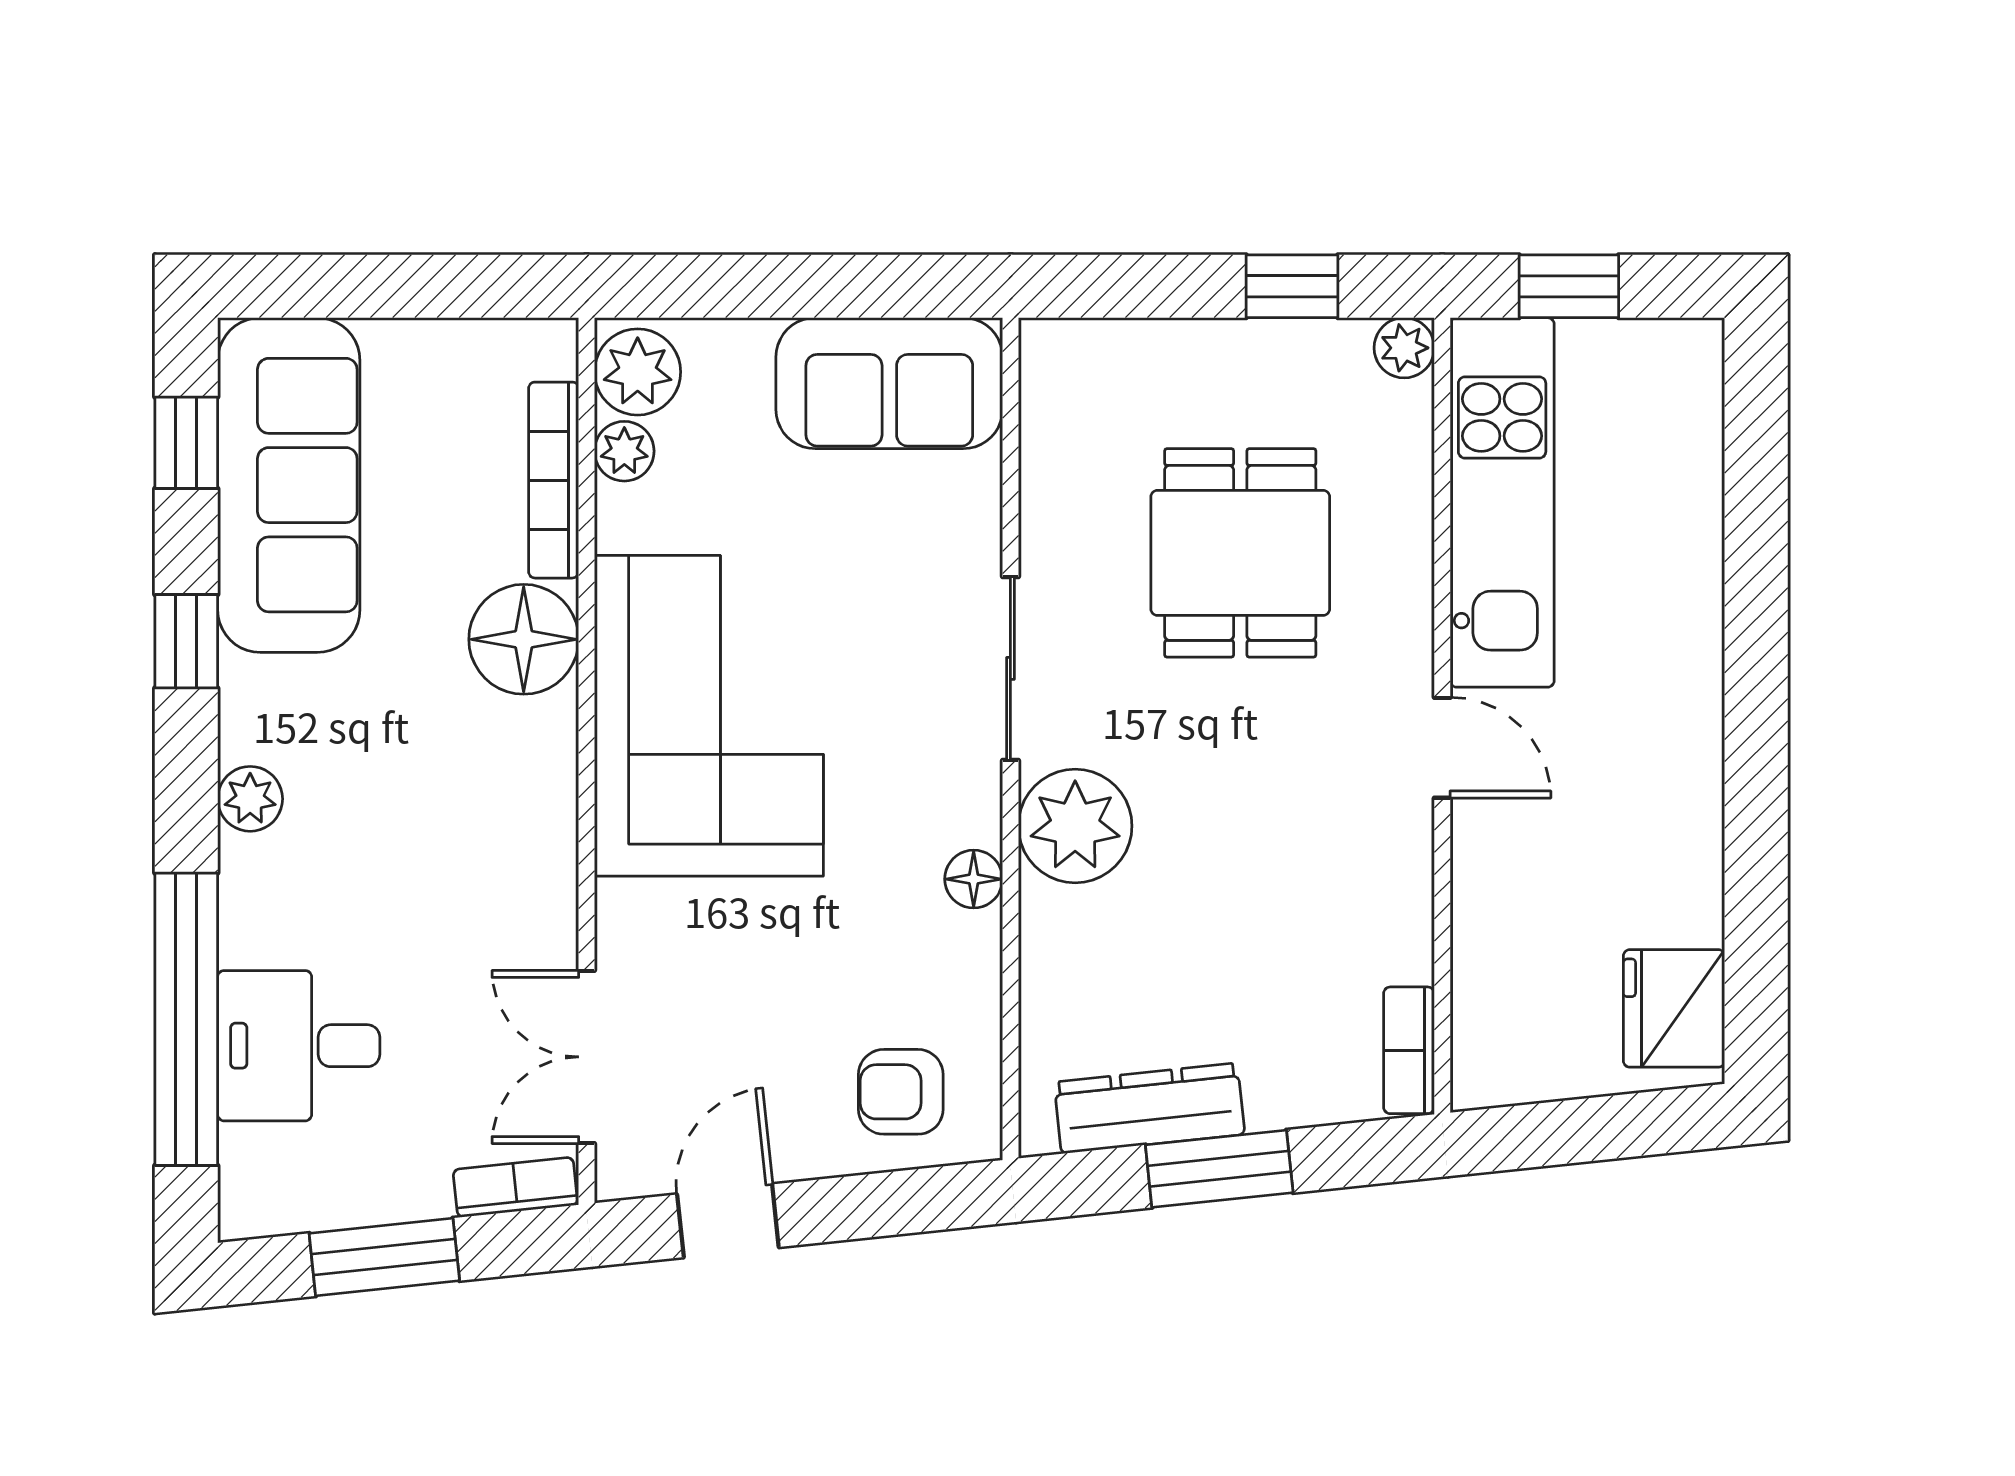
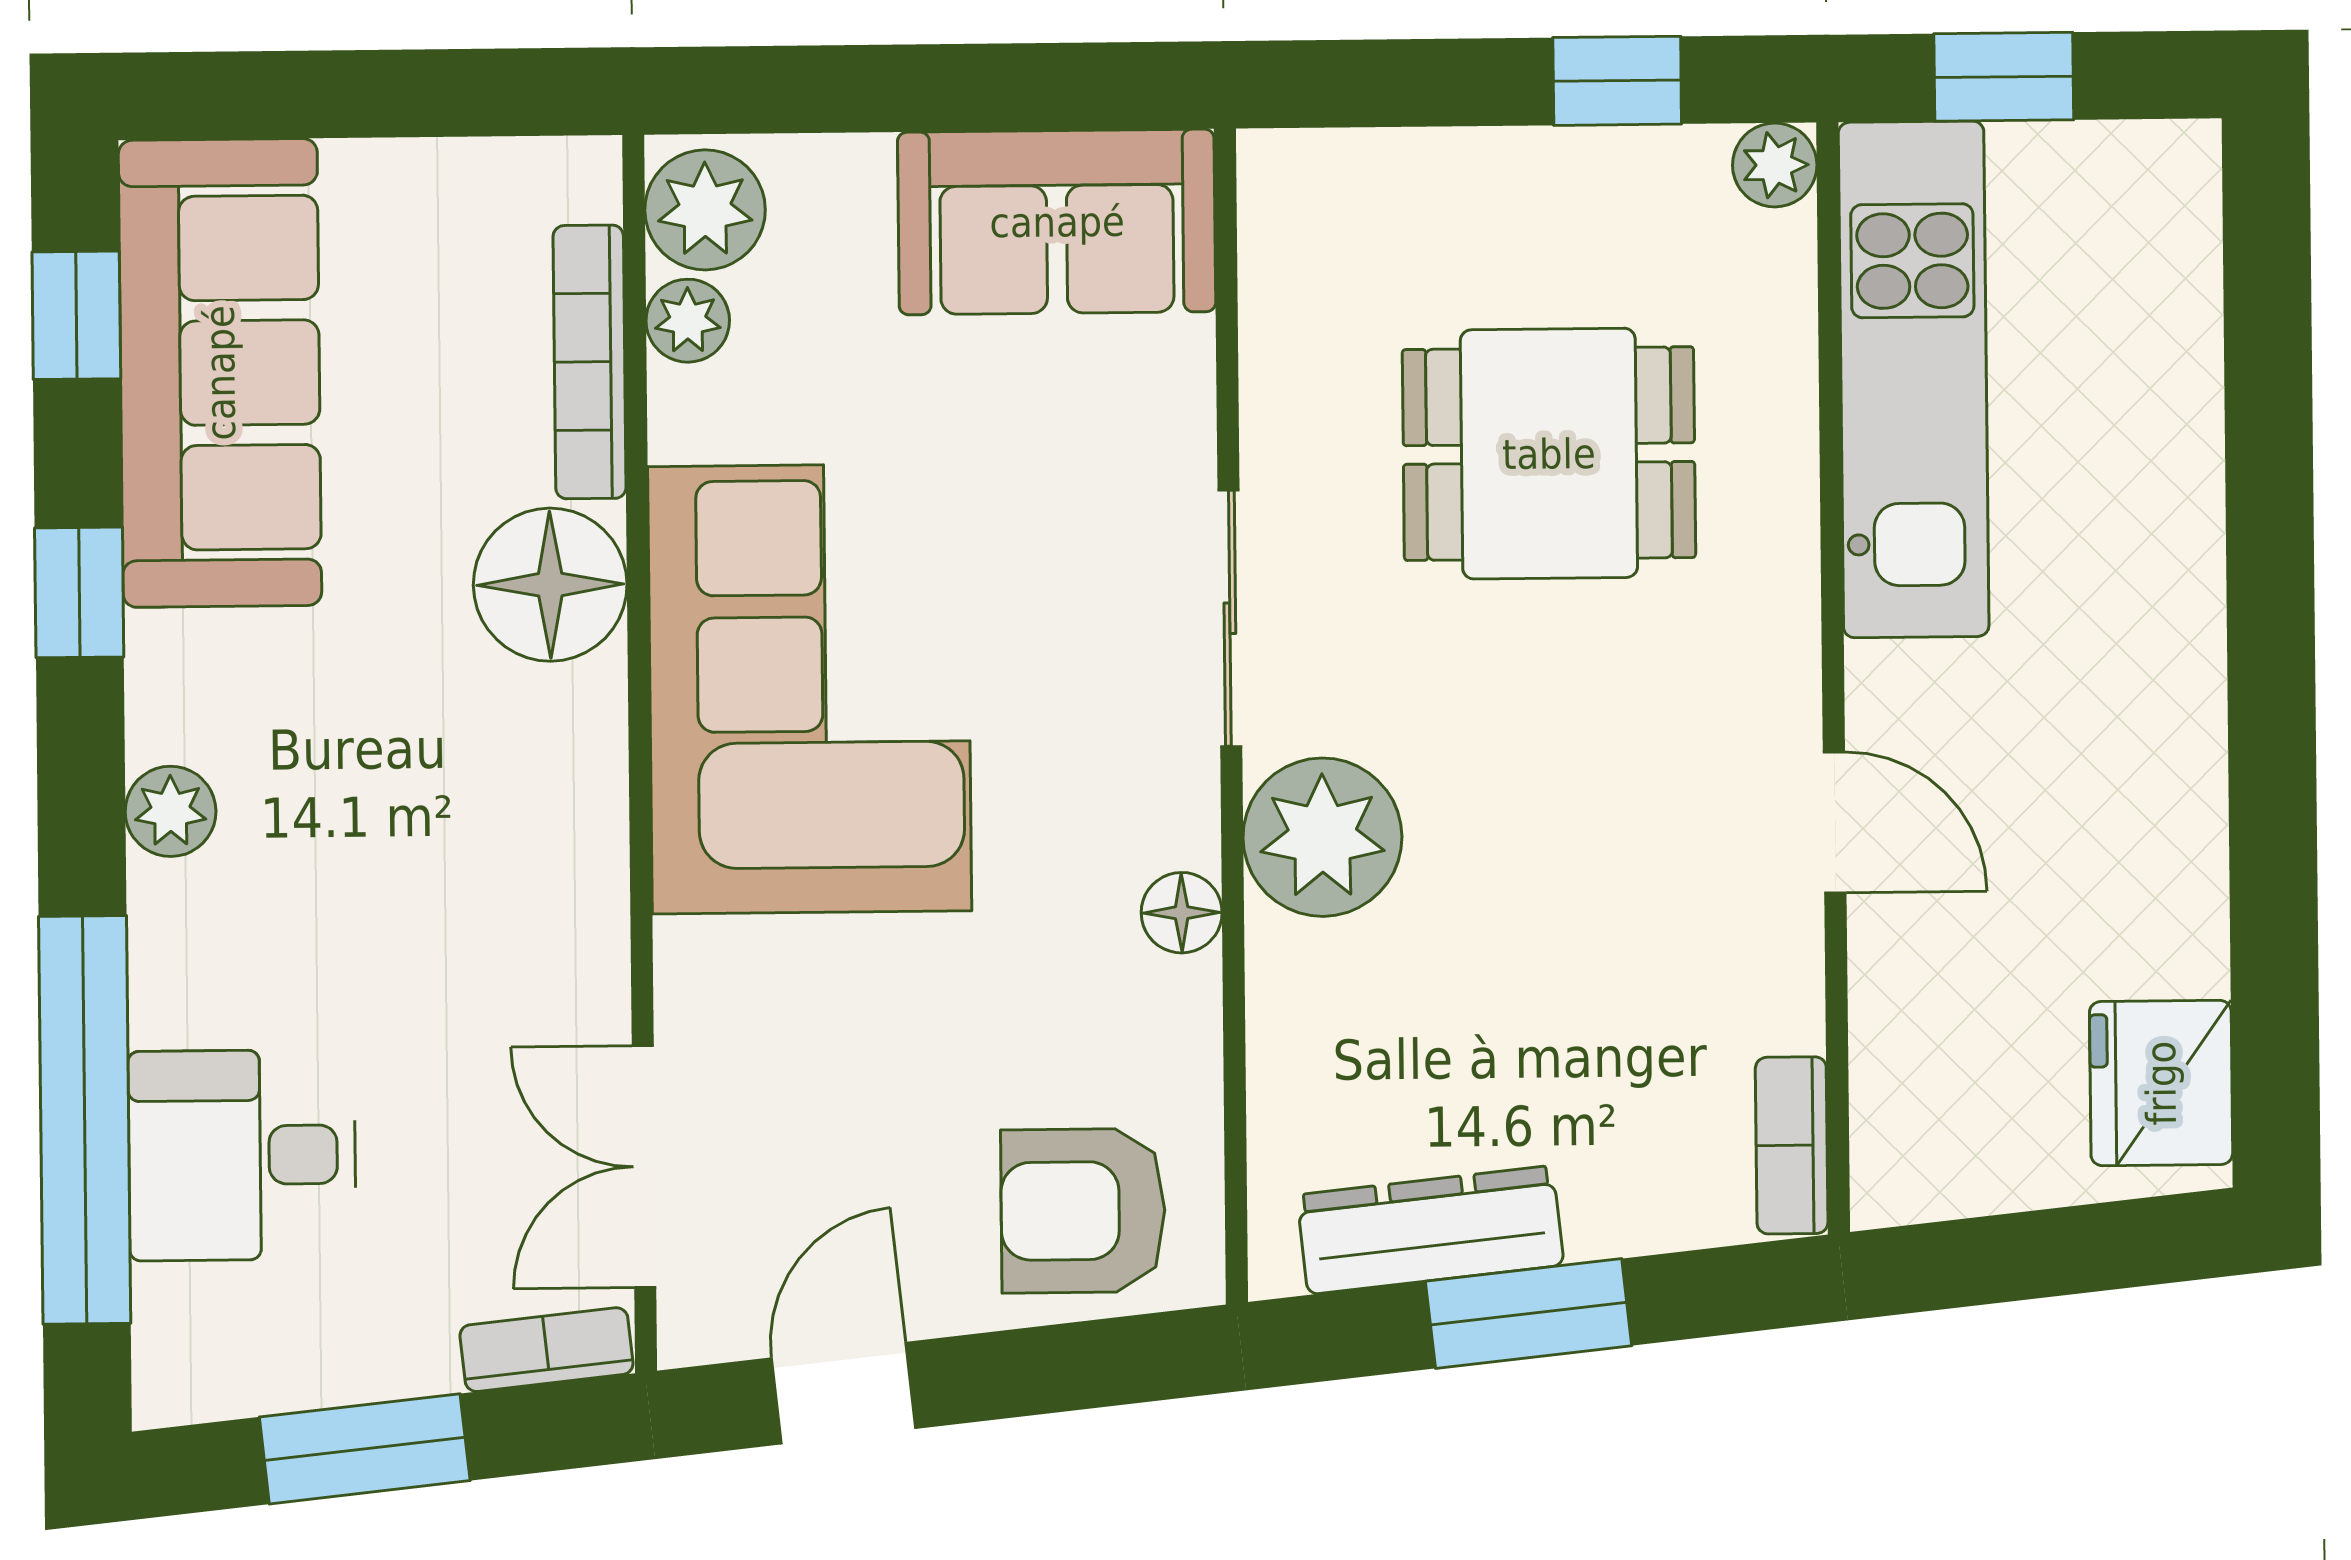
dining table: (1240, 553) -> (1549, 454), turned 90
door: (1442, 748) -> (1835, 822), moved
armchair: (901, 1092) -> (1083, 1211), width x1.38, depth x1.38

